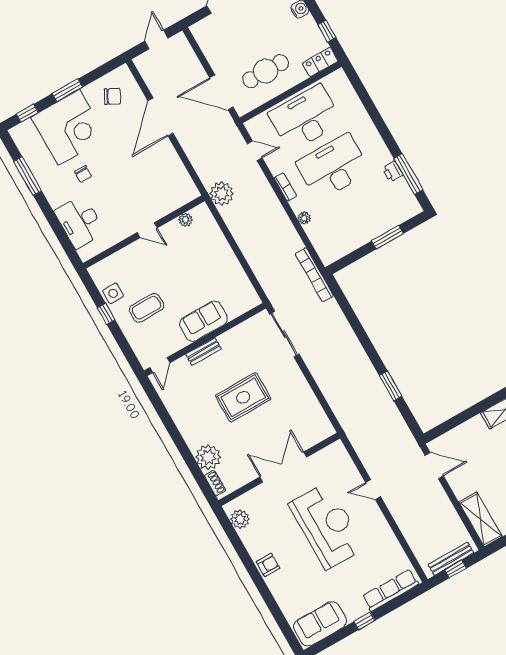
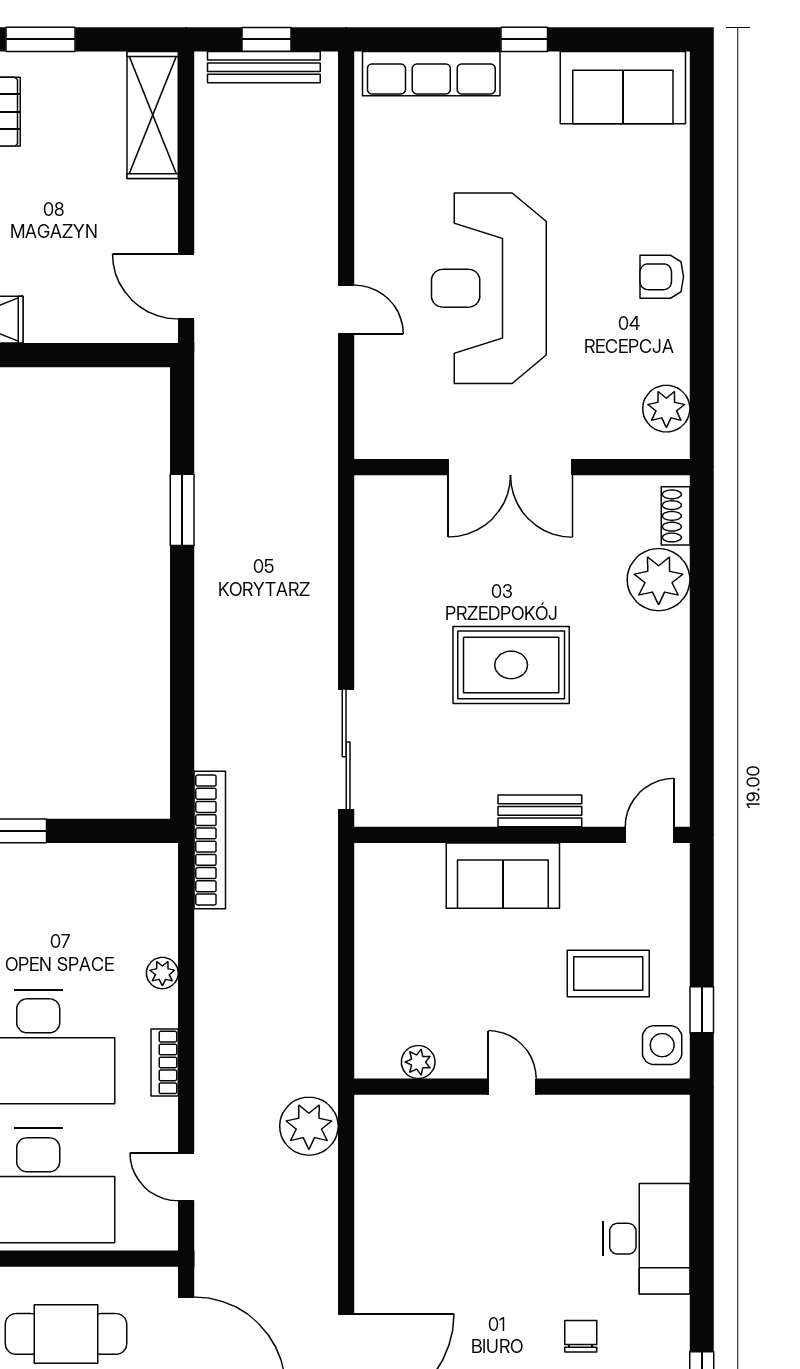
plant: (185, 220) -> (418, 1062), moved
door: (147, 230) -> (512, 1087), moved
wall: (144, 232) -> (522, 1087), moved

